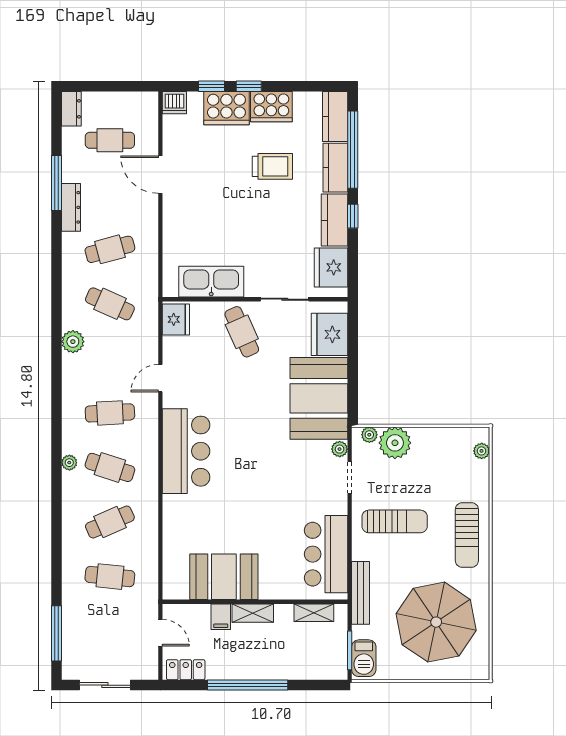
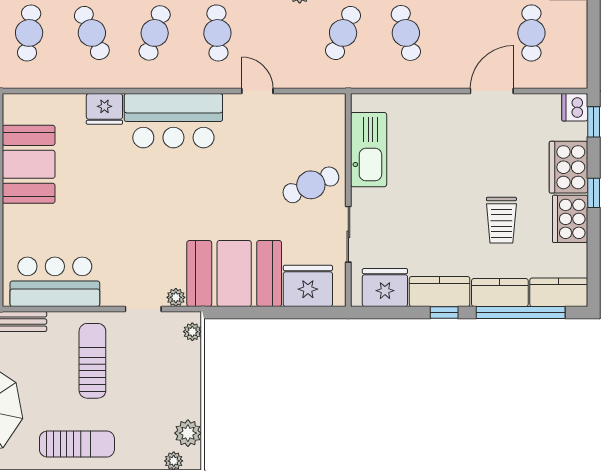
window: (211, 86) -> (594, 122), moved
fridge: (176, 319) -> (104, 109), moved
plant: (395, 443) -> (188, 433), moved, width x0.73, depth x0.73
sun lounger: (395, 521) -> (92, 361), turned 180
sun lounger: (467, 535) -> (77, 444), turned 180

